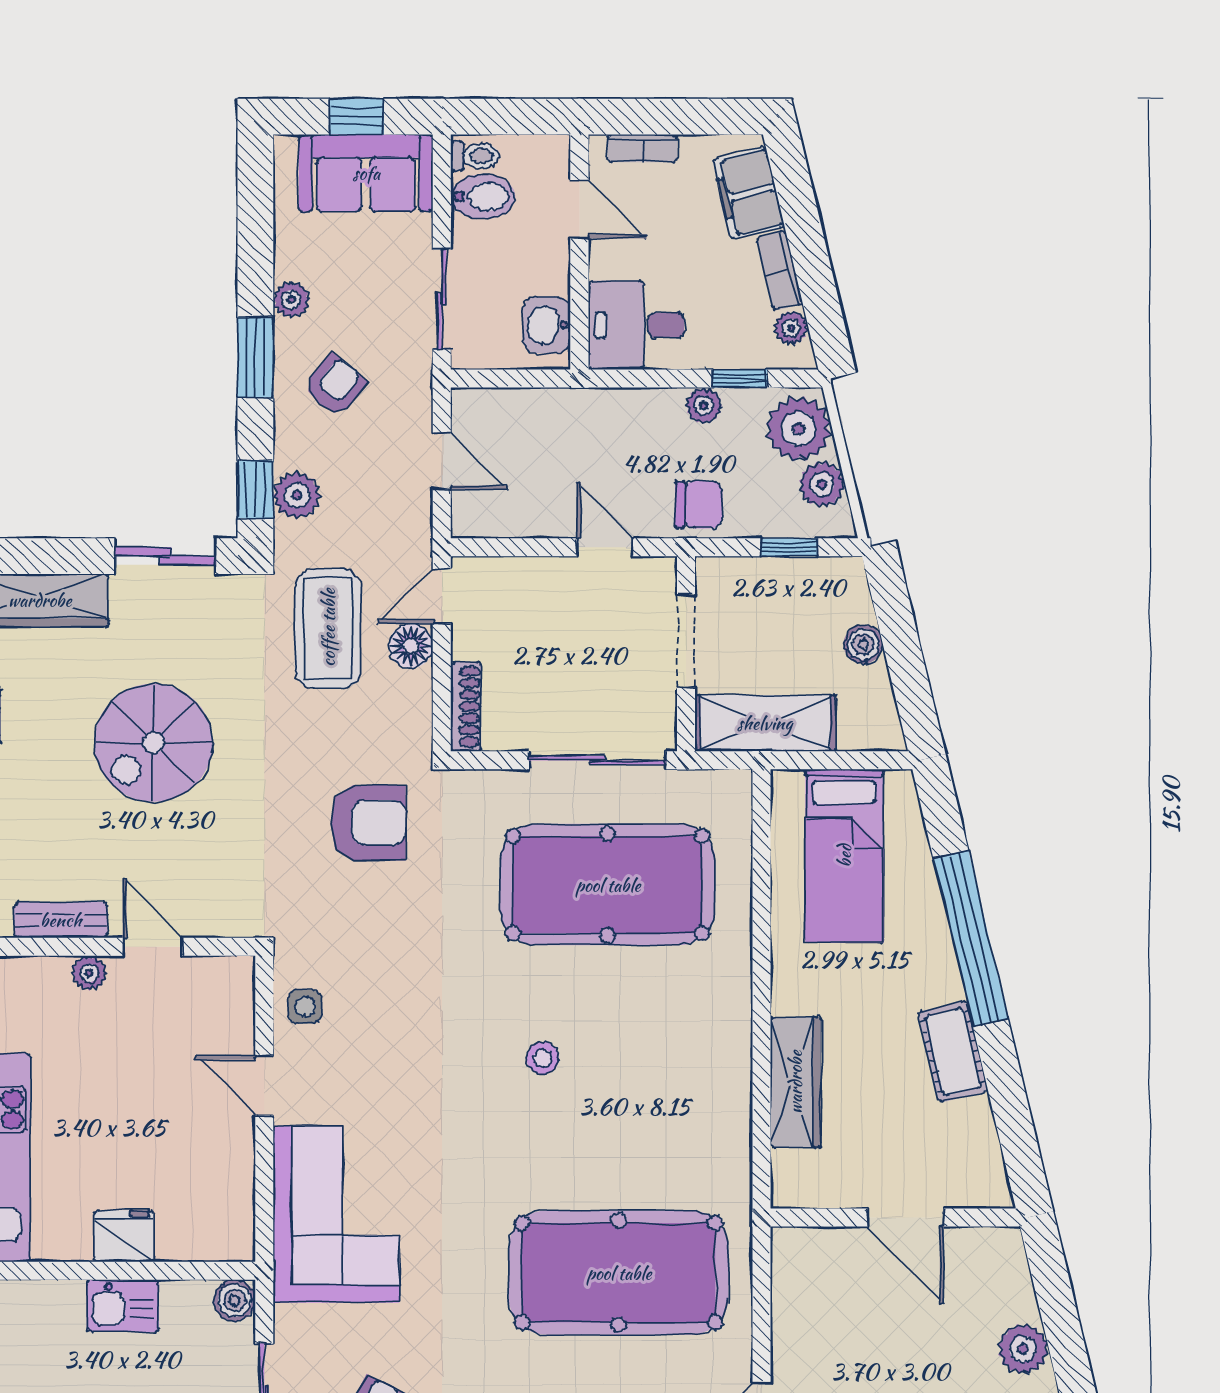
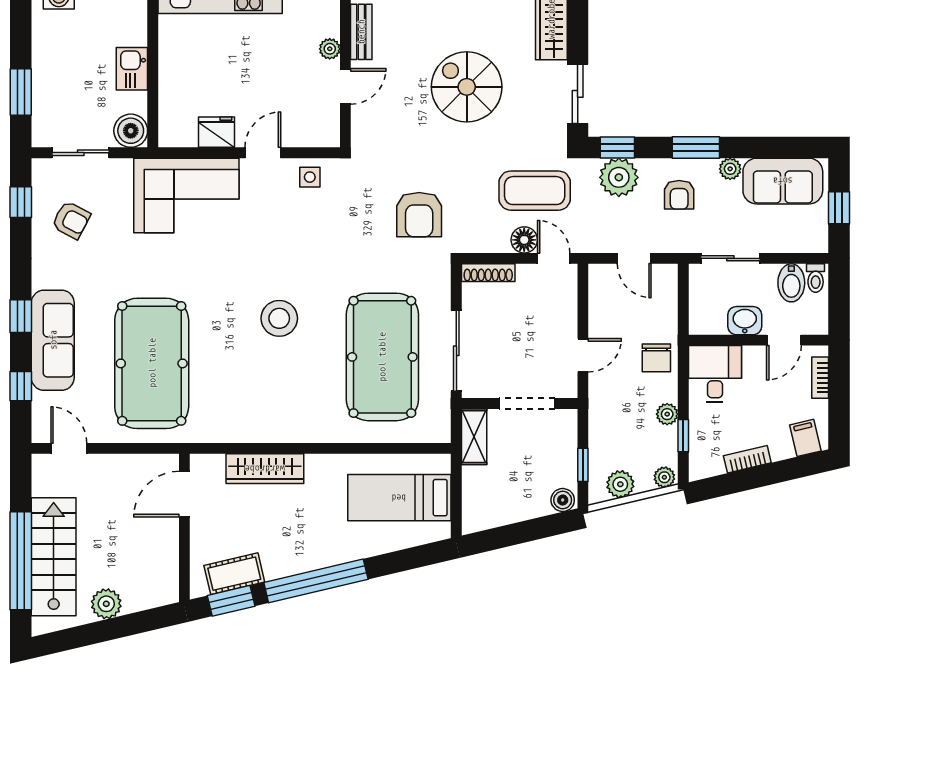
sofa: (366, 173) -> (783, 181), moved, turned -90
filing cabinet: (749, 193) -> (805, 438), width x0.50
washbasin: (547, 325) -> (745, 321), moved
plant: (791, 328) -> (713, 466), removed
armchair: (335, 385) -> (679, 195), turned 51
plant: (799, 429) -> (664, 477), width x0.53, depth x0.53
door: (442, 461) -> (634, 258), hinge flipped
plant: (297, 496) -> (619, 177), width x1.36, depth x1.36
chair: (699, 505) -> (656, 358), moved
boiler: (863, 644) -> (563, 500), moved
shelving: (765, 723) -> (474, 437), width x0.67, depth x0.75
window: (971, 939) -> (316, 581), moved
cot: (953, 1052) -> (234, 574), moved
stool: (543, 1058) -> (279, 318), width x1.89, depth x1.89
window: (1018, 1139) -> (231, 601), added
door: (906, 1218) -> (184, 494), moved
fridge: (124, 1236) -> (217, 132), moved, turned -90
boiler: (235, 1300) -> (131, 131), width x1.36, depth x1.36

